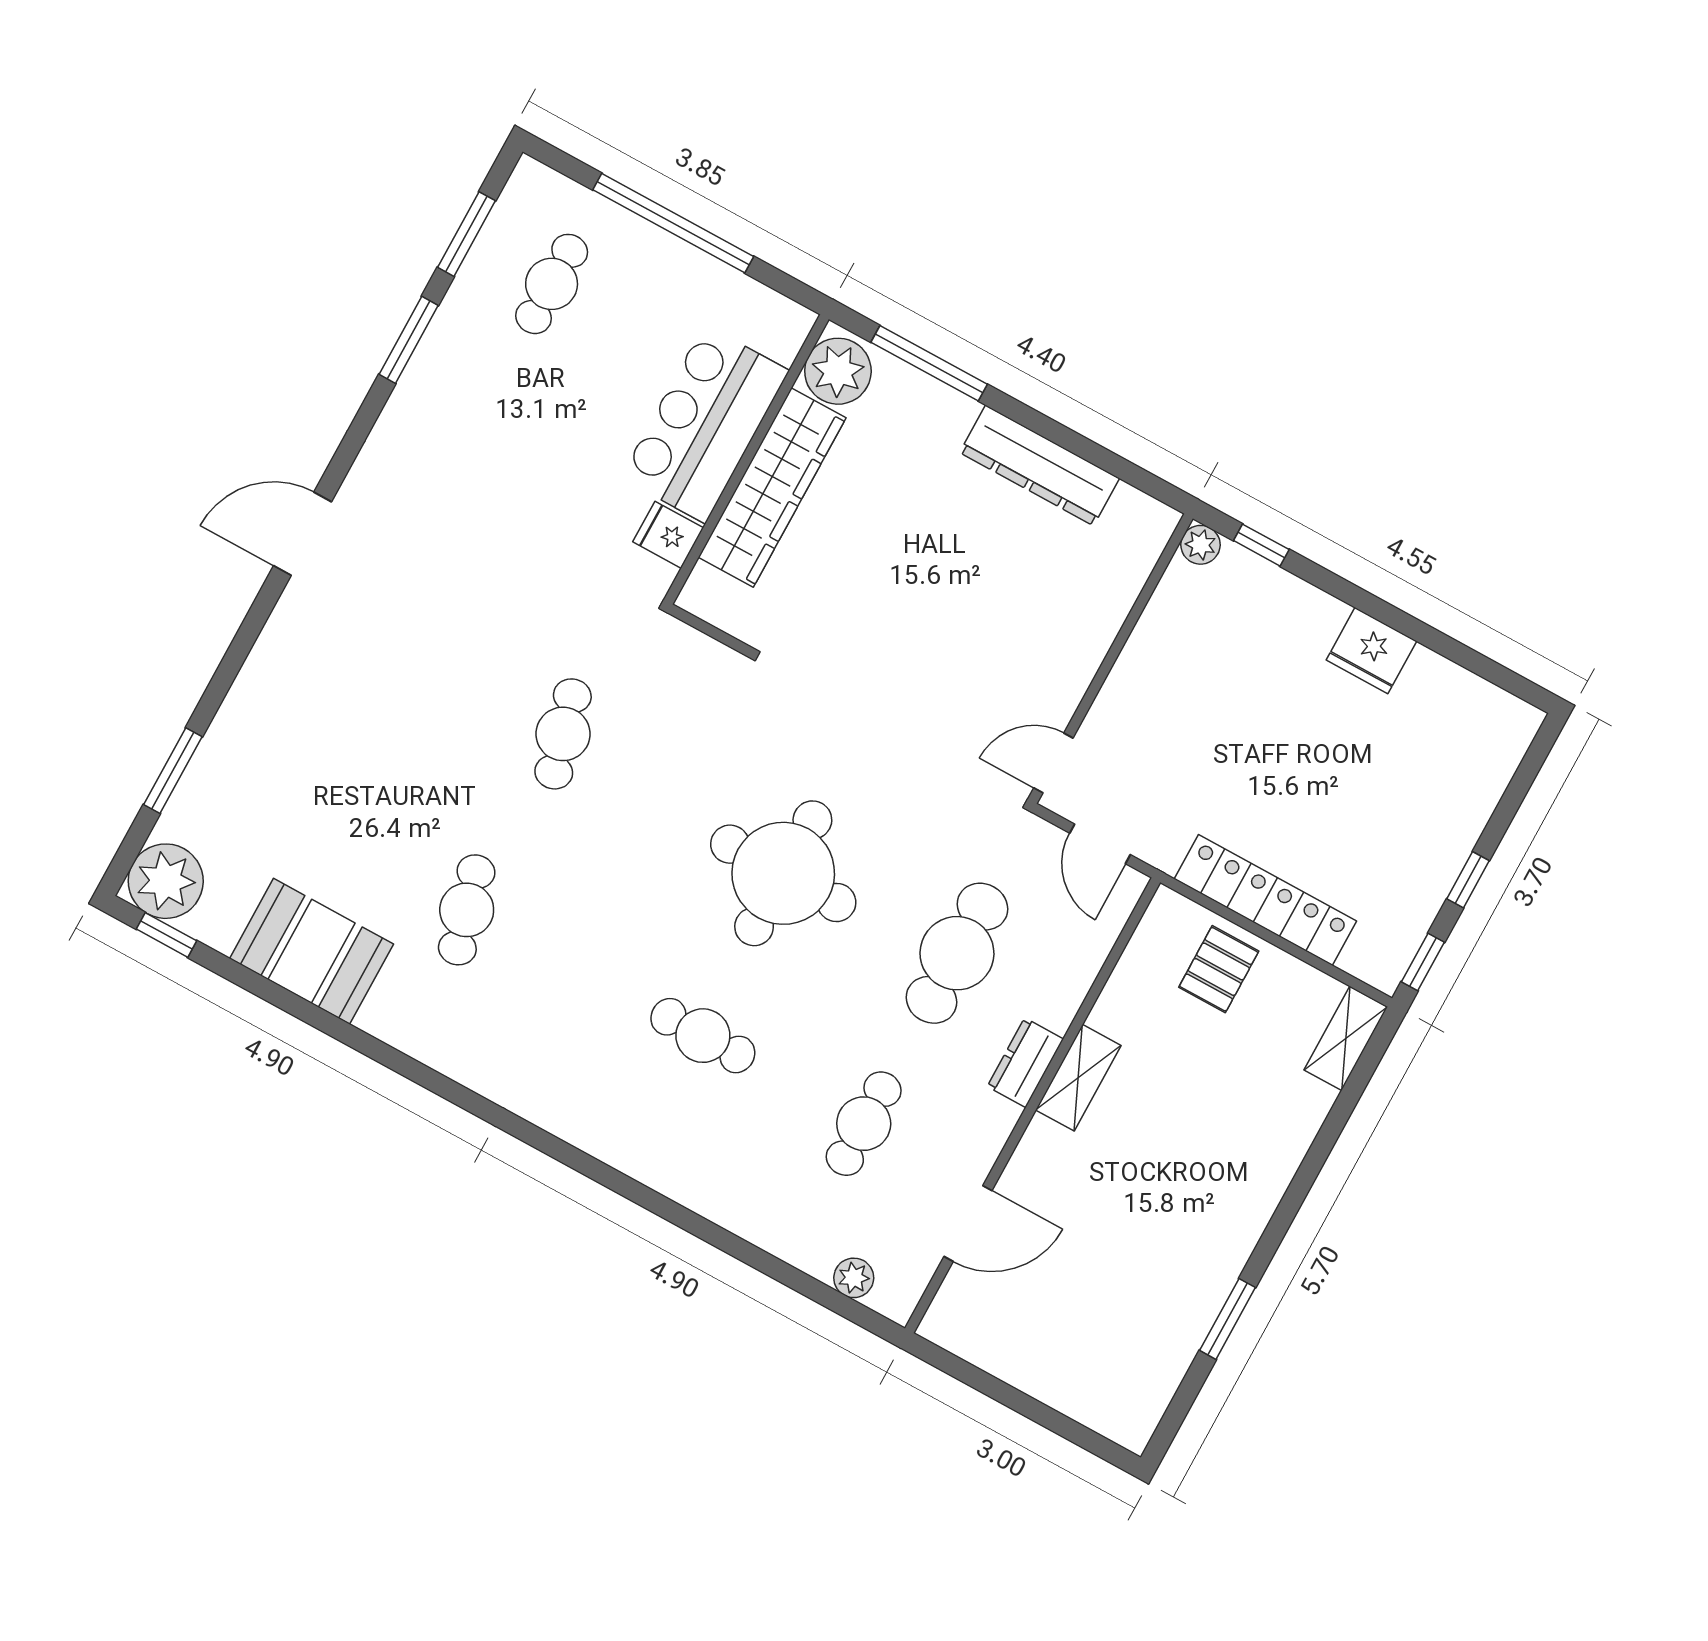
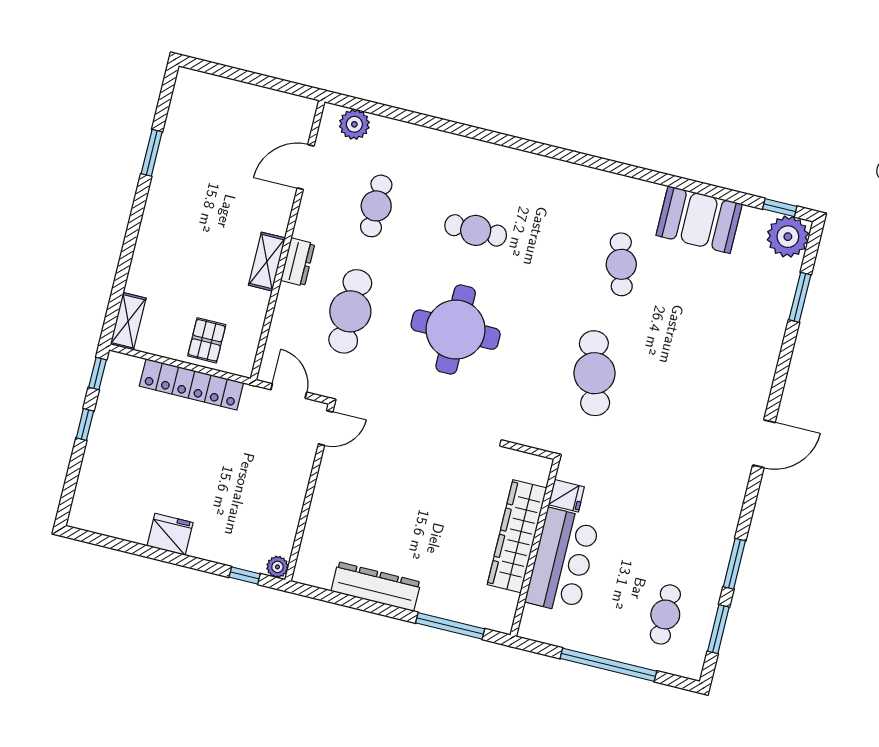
plant: (838, 371) -> (498, 609), removed
cafe table: (563, 734) -> (594, 373), width x1.37, depth x1.35
plant: (854, 1278) -> (354, 124), width x1.38, depth x1.38

